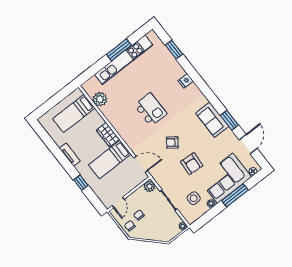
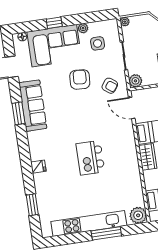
window: (119, 50) -> (106, 233), moved
plant: (100, 99) -> (138, 215), moved
sofa: (212, 120) -> (33, 106), width x1.36
window: (229, 120) -> (19, 113), moved
armchair: (172, 143) -> (110, 86), moved
window: (235, 195) -> (54, 23), width x0.46

